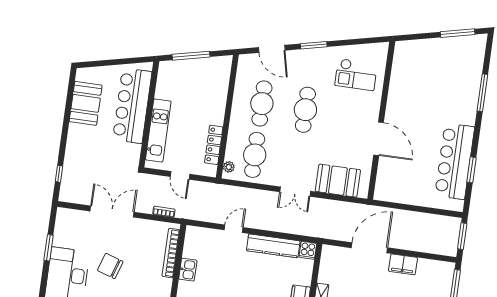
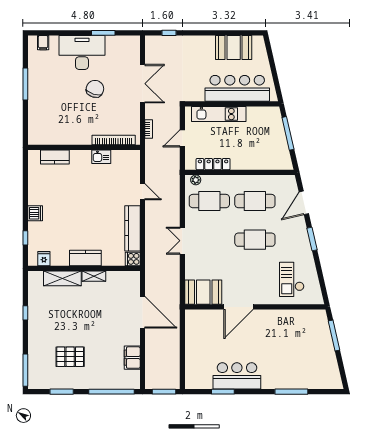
window: (458, 33) -> (334, 336), moved
bar counter: (455, 161) -> (237, 376), width x0.73
booth: (338, 181) -> (203, 292), moved, turned 90
filing cabinet: (403, 264) -> (132, 358), moved

